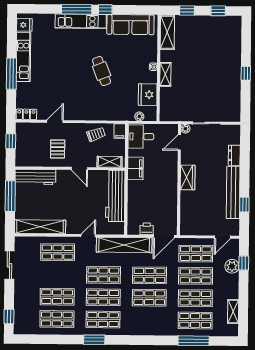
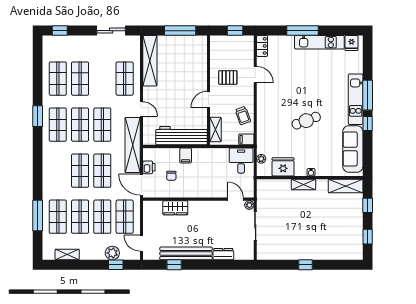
filing cabinet: (135, 168) -> (186, 155), moved, width x0.50
workbench: (35, 177) -> (200, 56), removed
wardrobe: (188, 177) -> (175, 208), moved
chair: (155, 206) -> (171, 176), added

